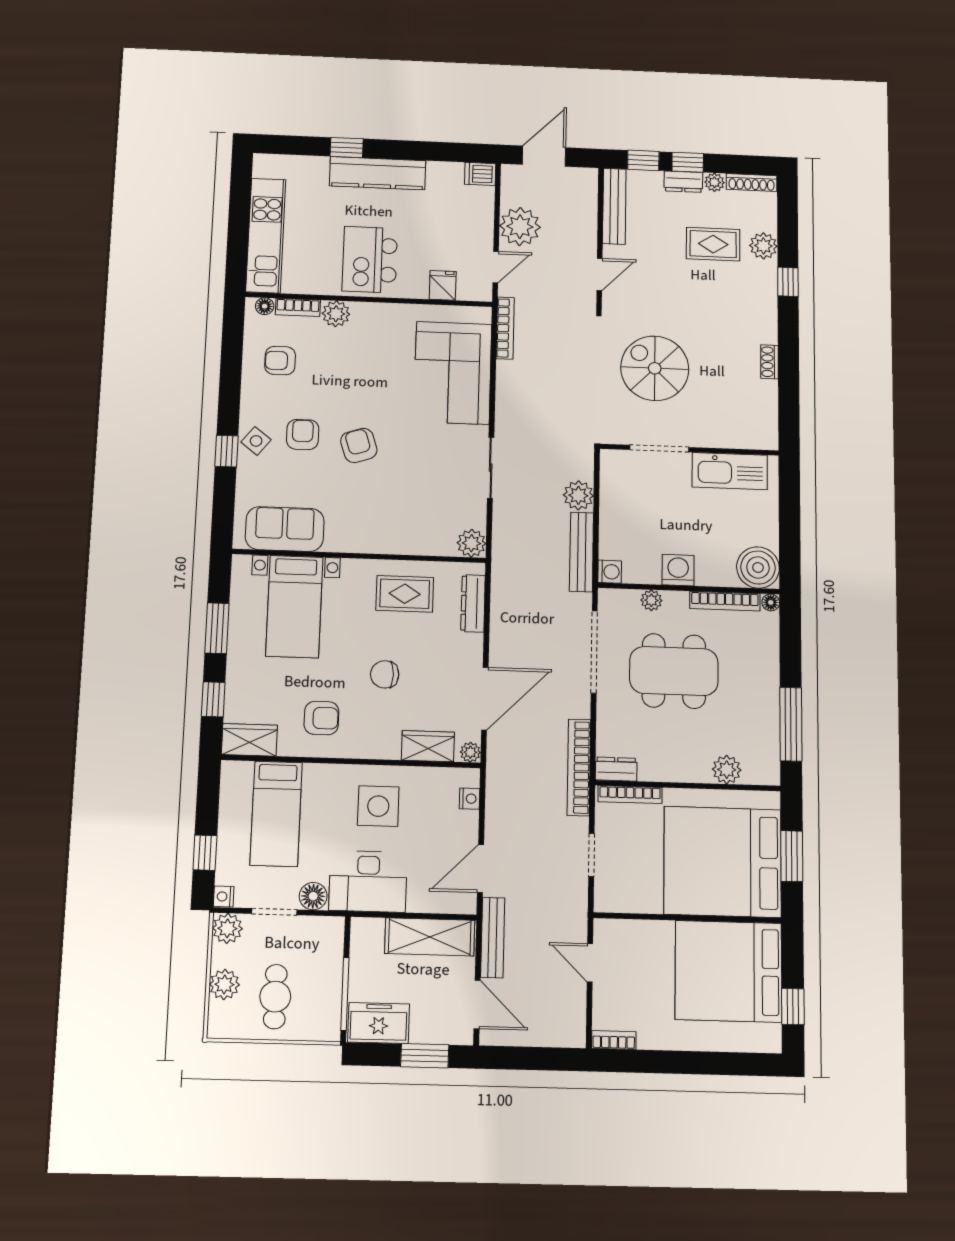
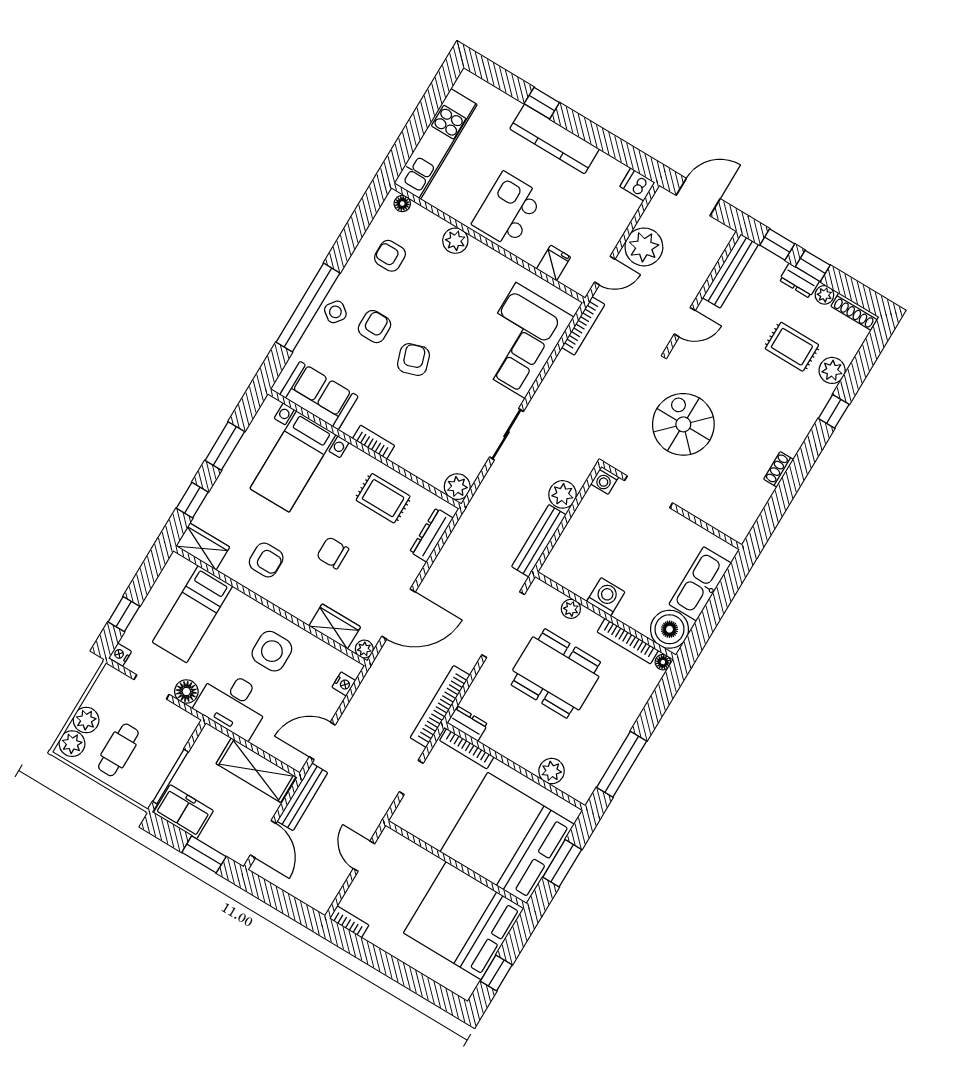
bookcase: (298, 307) -> (374, 442), moved, turned 180
window: (226, 451) -> (308, 308), width x3.17
kitchen sink: (730, 471) -> (700, 584), moved, turned 90
washing machine: (610, 572) -> (605, 480), moved, turned 90
plant: (227, 928) -> (72, 744), moved

